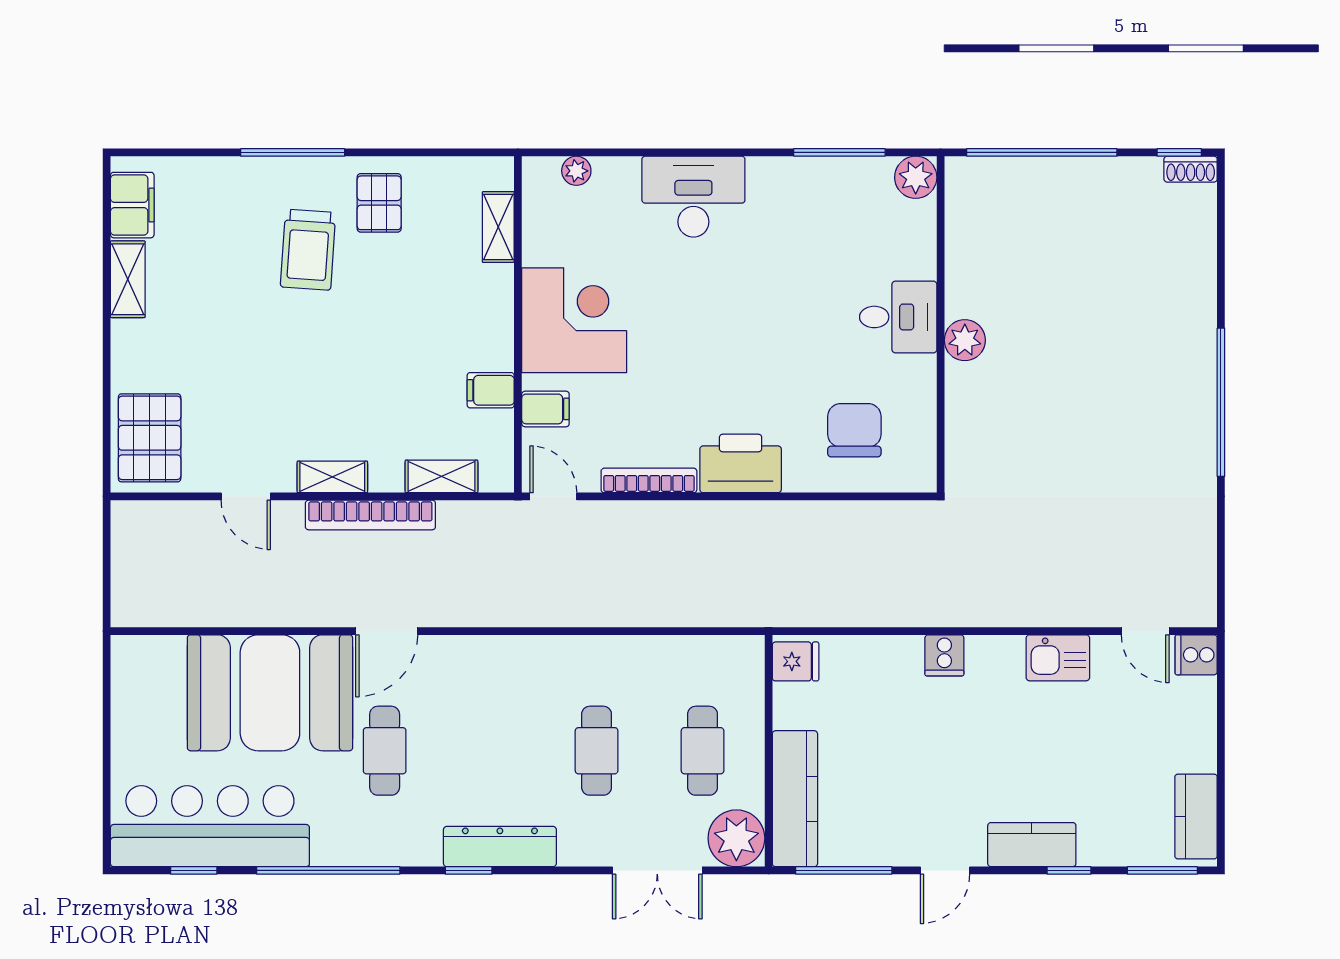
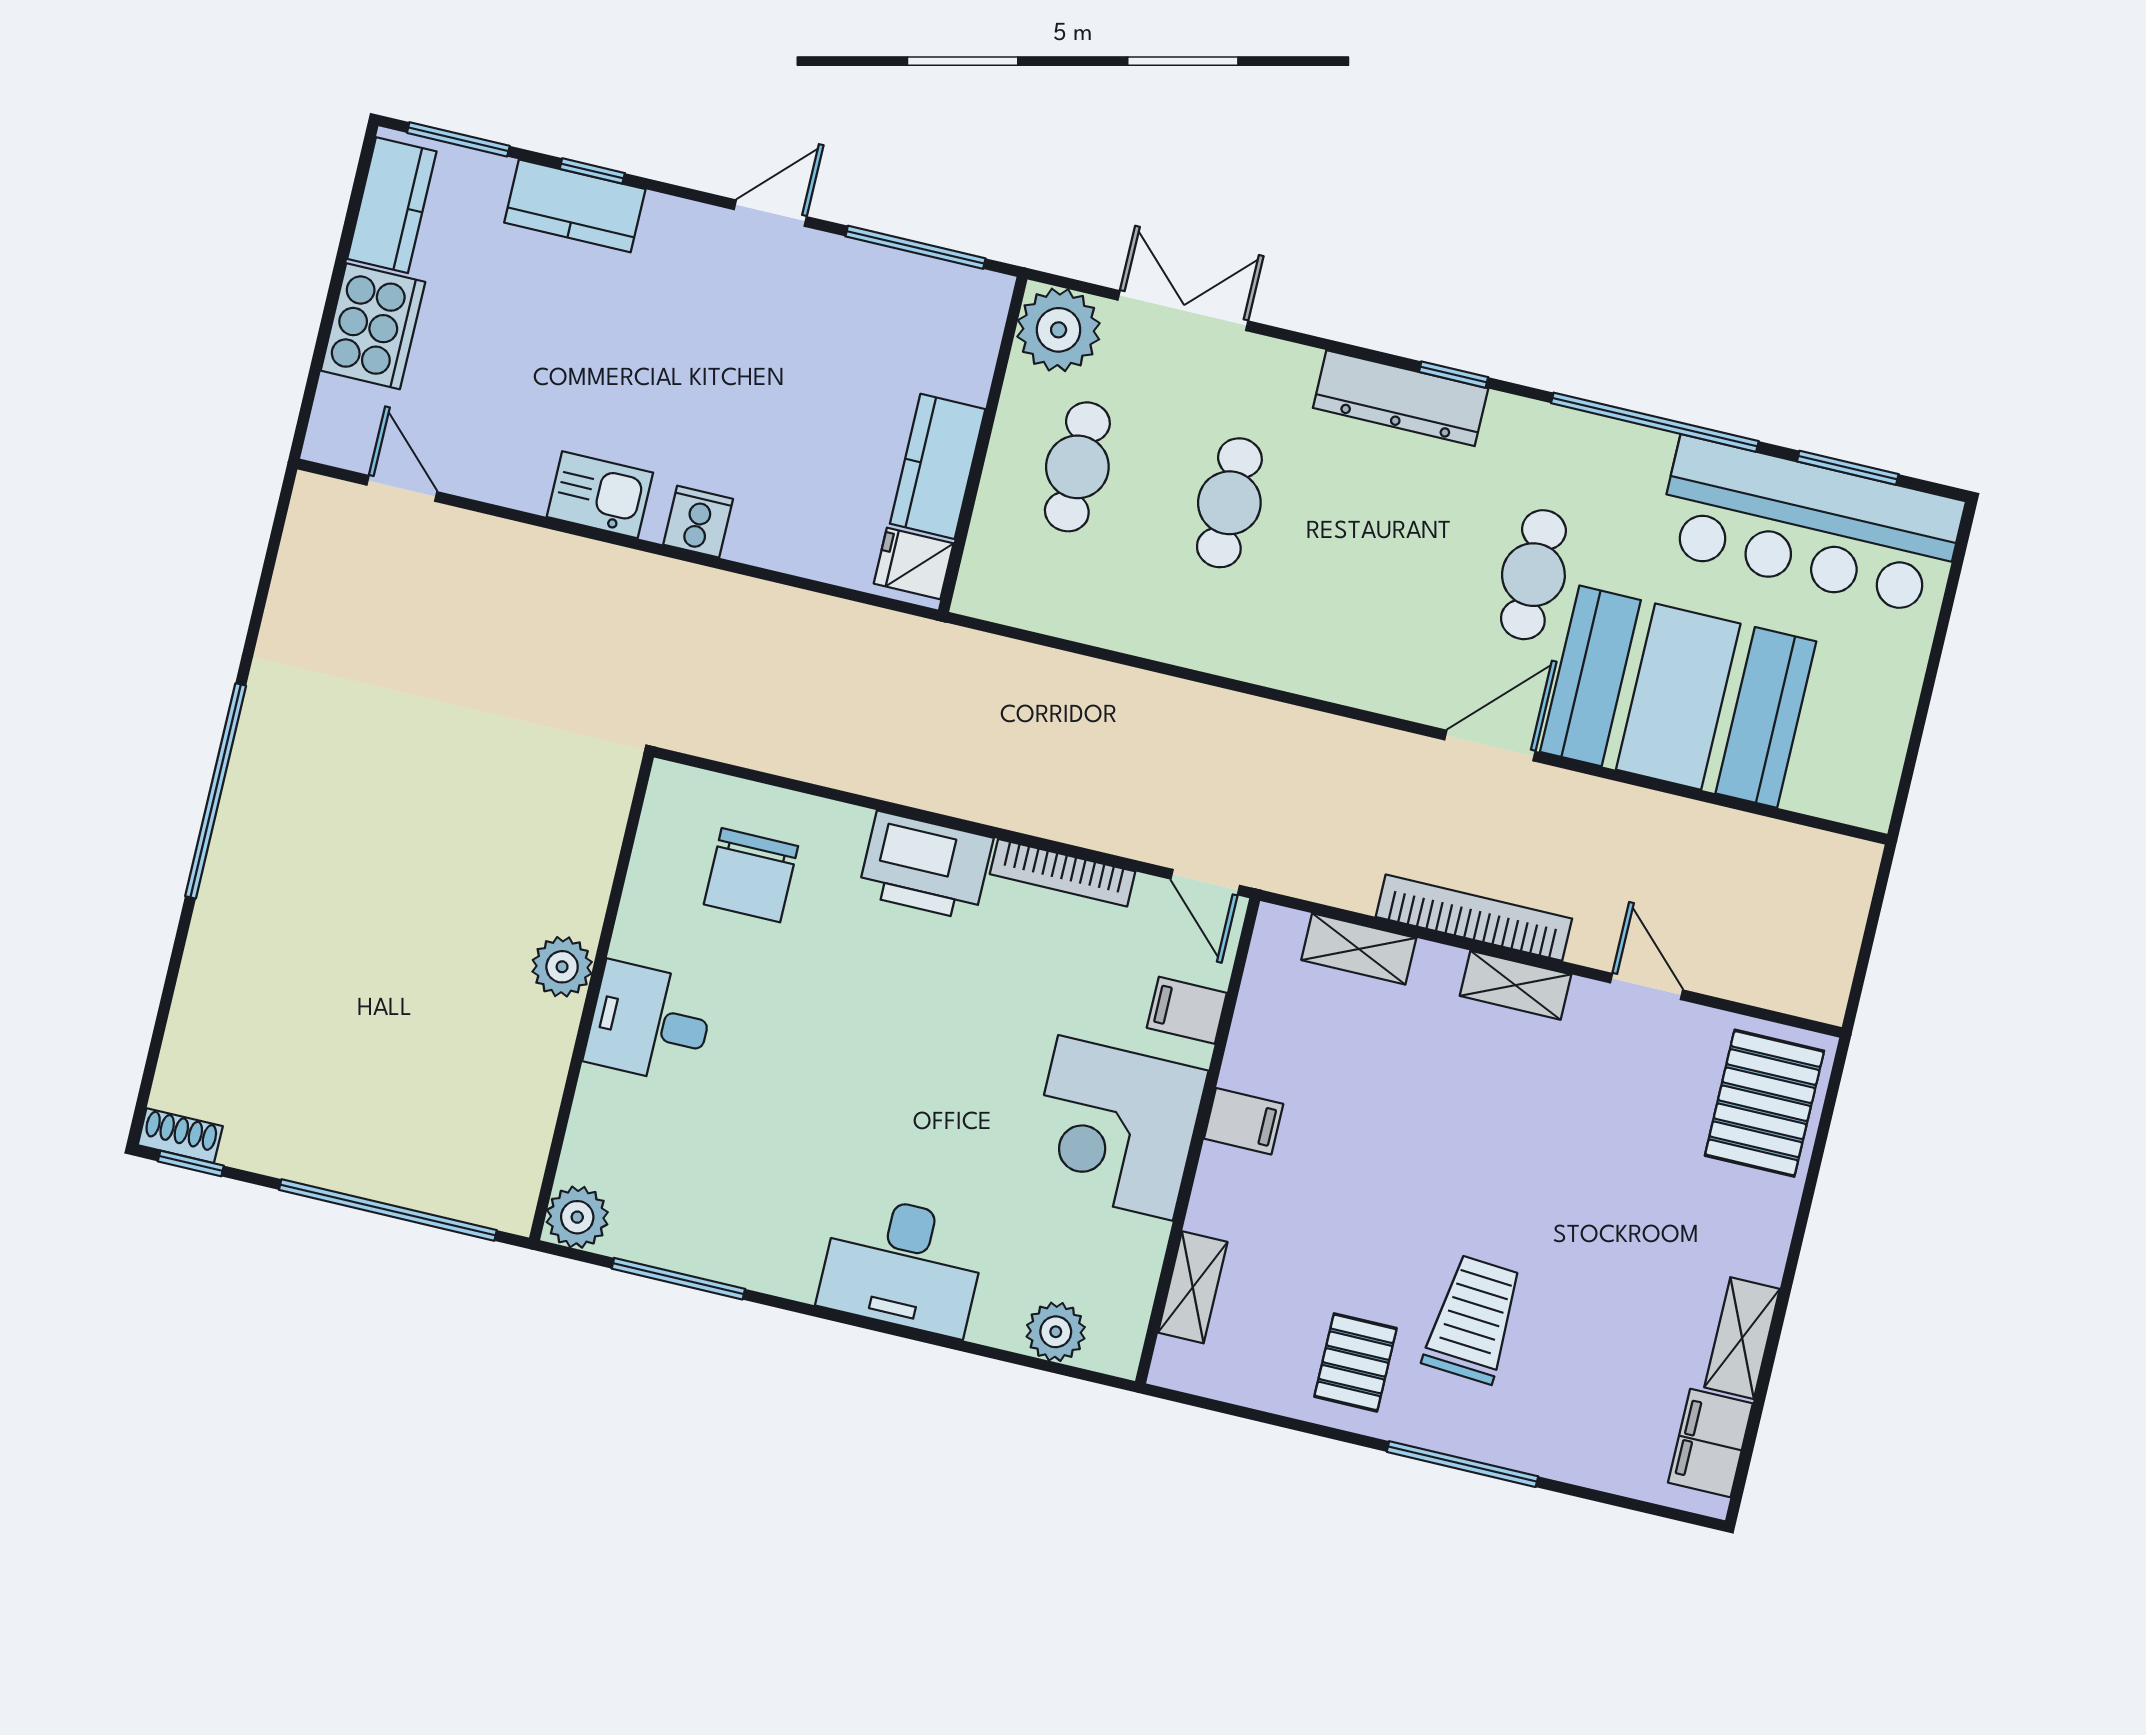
plant: (576, 171) -> (1056, 1332), width x1.38, depth x1.38
filing cabinet: (491, 390) -> (1244, 1121), moved
cooker: (1196, 655) -> (373, 326), moved, width x1.87, depth x1.31
kitchen sink: (1058, 658) -> (600, 495), moved
kitchen counter: (795, 799) -> (938, 466), moved, width x0.67
kitchen counter: (1032, 845) -> (575, 206), moved
window: (194, 870) -> (1848, 468), width x1.50

